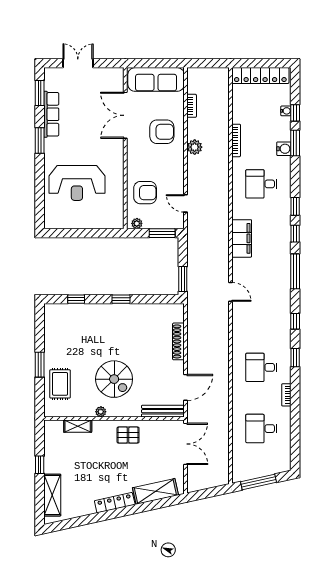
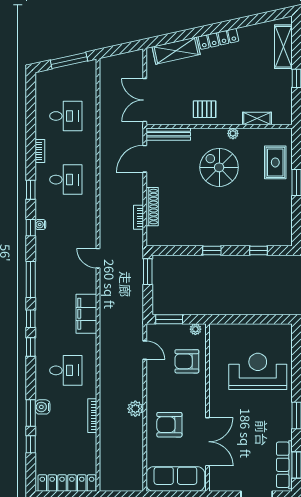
bookcase: (192, 106) -> (138, 217), moved
water cooler: (286, 111) -> (40, 225), moved
row of seats: (51, 114) -> (284, 465), moved

